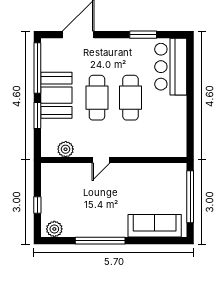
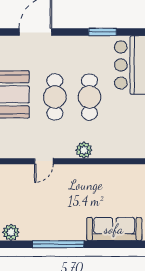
plant: (66, 149) -> (84, 150), moved
door: (101, 160) -> (44, 161), moved

